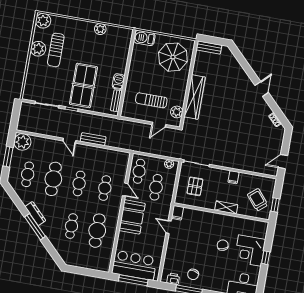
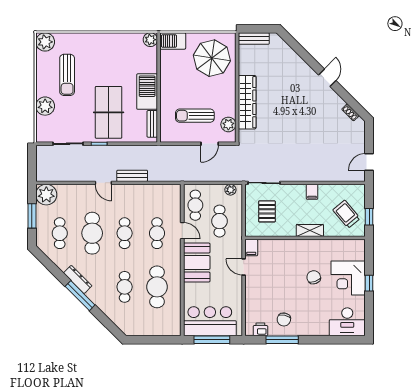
plant: (100, 29) -> (150, 40), moved
plant: (38, 49) -> (45, 106), moved
barbecue: (119, 82) -> (147, 92), width x1.88, depth x1.53

